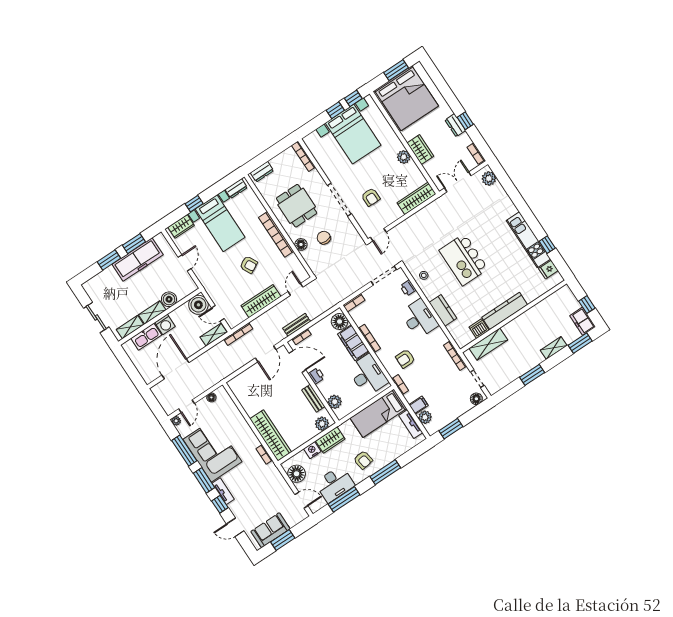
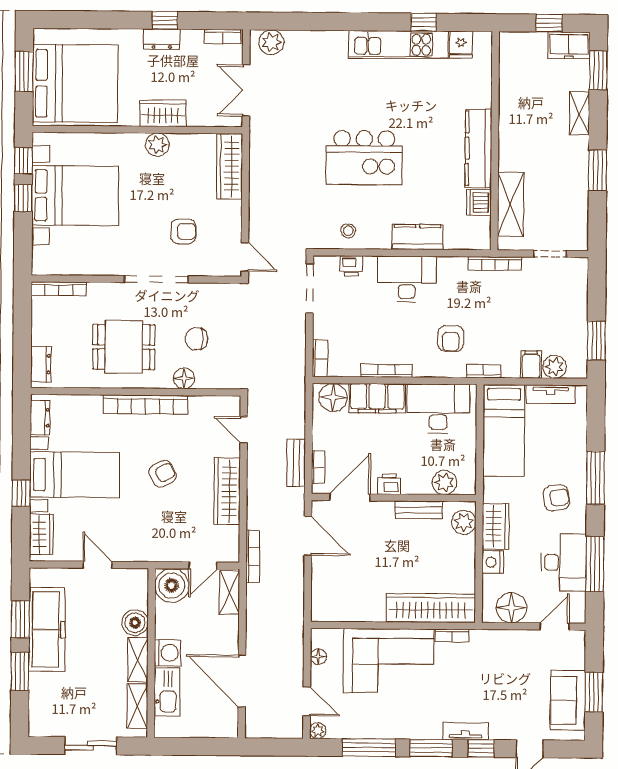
floor lamp: (476, 399) -> (578, 275), removed
corner sofa: (212, 451) -> (389, 661), moved, turned 180

